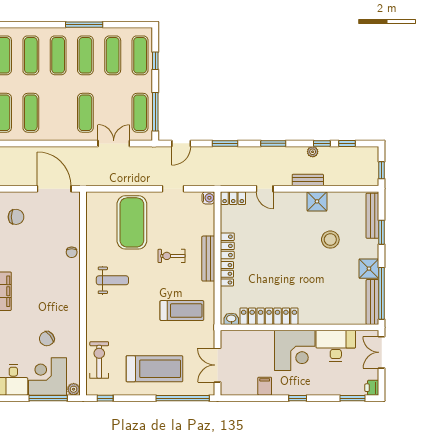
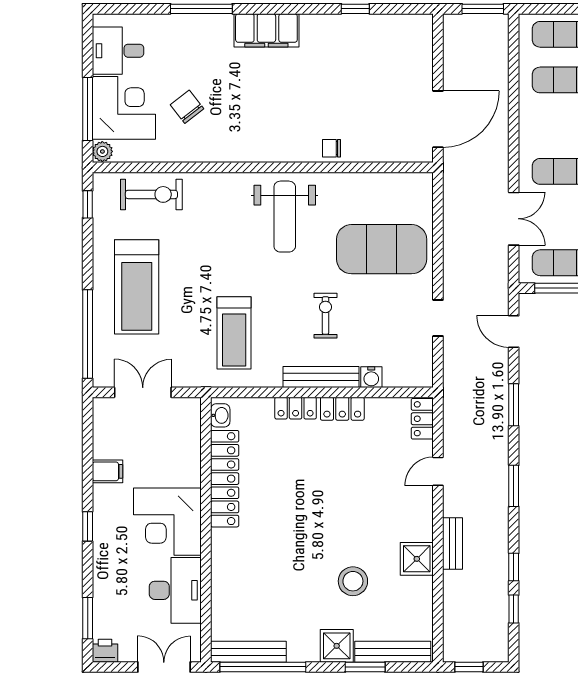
plant: (313, 152) -> (500, 552), removed
water cooler: (208, 198) -> (371, 377), moved
chair: (16, 217) -> (391, 55), removed
shower: (369, 269) -> (337, 646), moved
weight bench: (112, 280) -> (285, 217), width x1.36, depth x1.33

